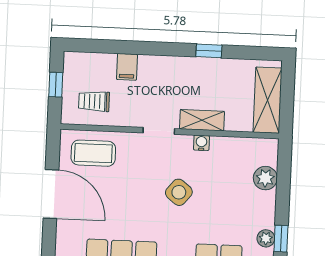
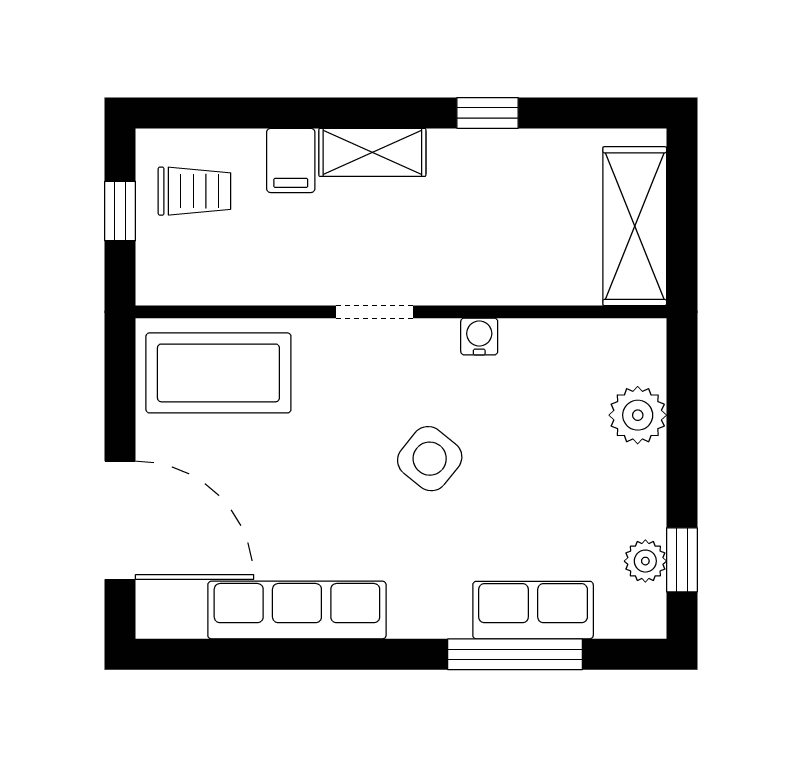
trolley: (94, 101) -> (194, 191), moved, turned 180
shelving: (202, 120) -> (372, 152), moved
coffee table: (93, 153) -> (218, 373), width x1.36, depth x1.32
door: (51, 194) -> (120, 520), moved

